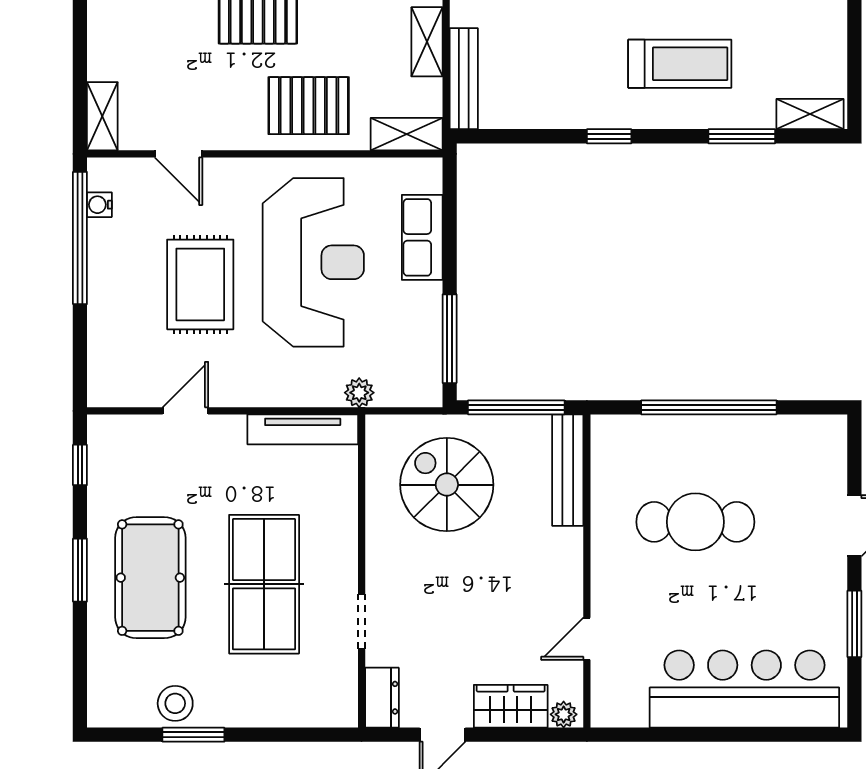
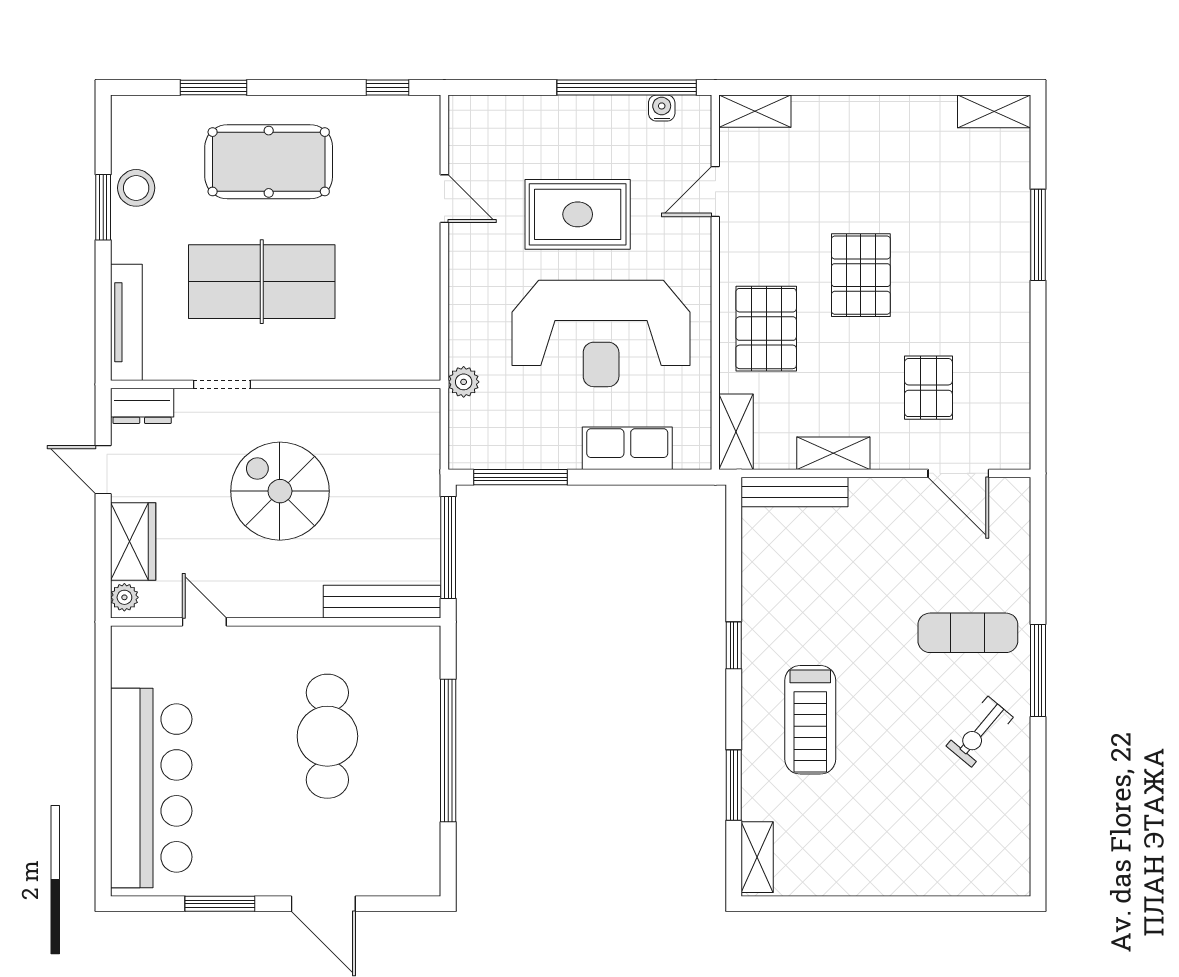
tv unit: (303, 429) -> (126, 322), moved, turned 180
spiral stairs: (447, 485) -> (280, 491), moved, turned -90
window: (80, 570) -> (214, 88), moved

